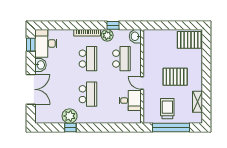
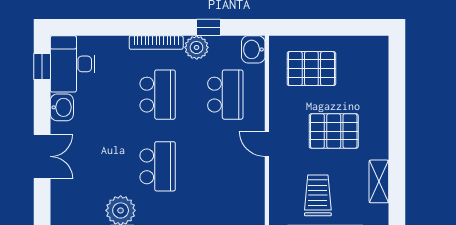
pallet: (189, 40) -> (311, 69), moved
double door: (31, 89) -> (42, 156), width x0.73
desk: (130, 101) -> (243, 179), removed

